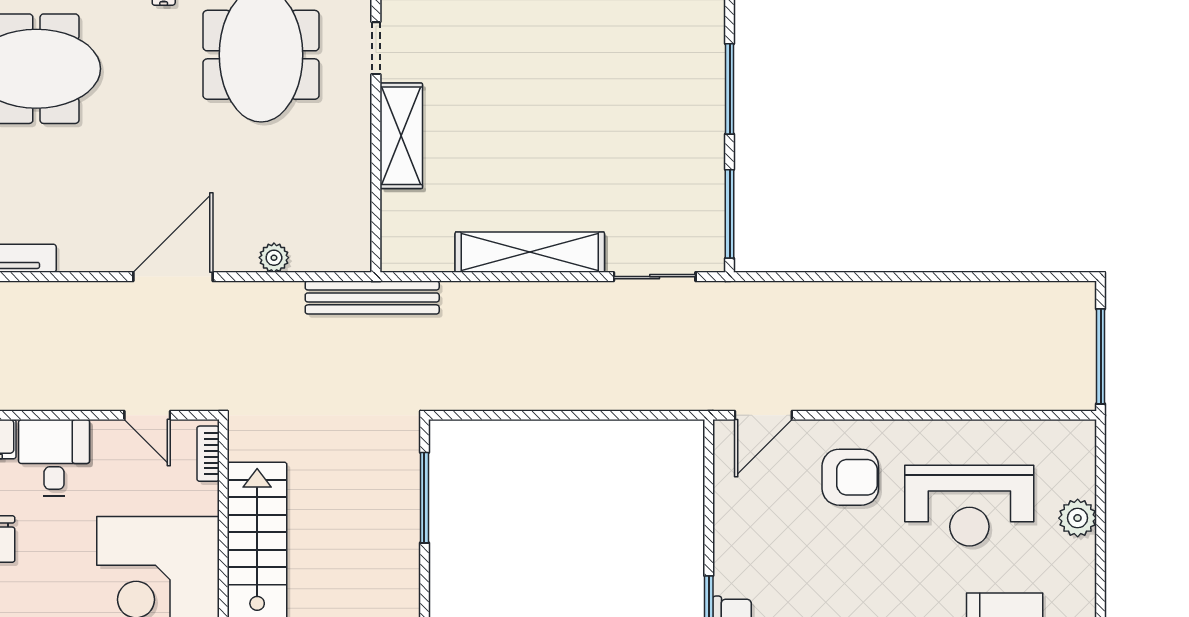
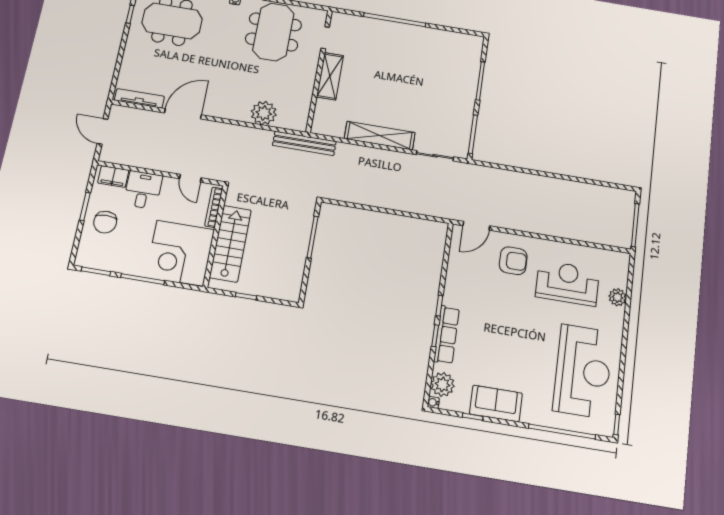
plant: (274, 258) -> (264, 113), width x1.87, depth x1.87
door: (173, 277) -> (183, 114), moved
bookcase: (208, 454) -> (214, 207), width x1.56
reception desk: (969, 506) -> (567, 283), turned 180

